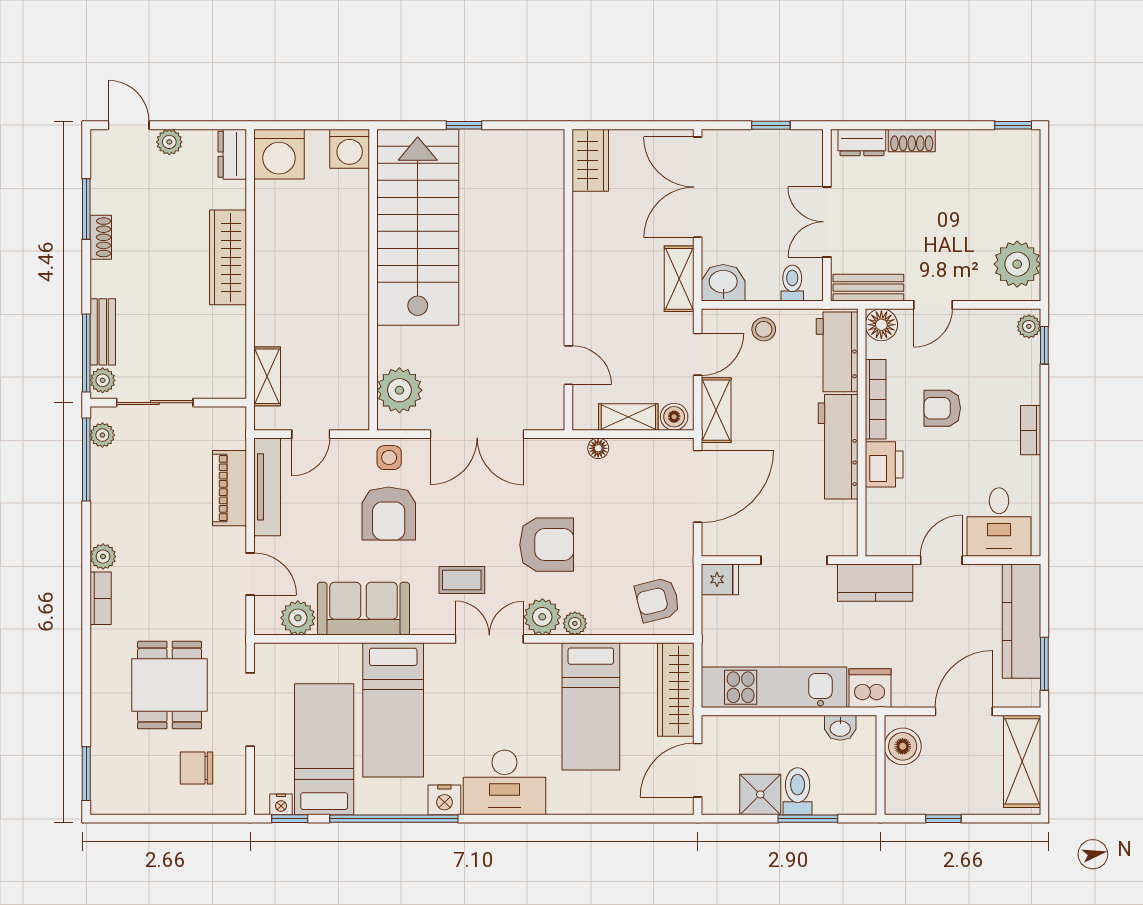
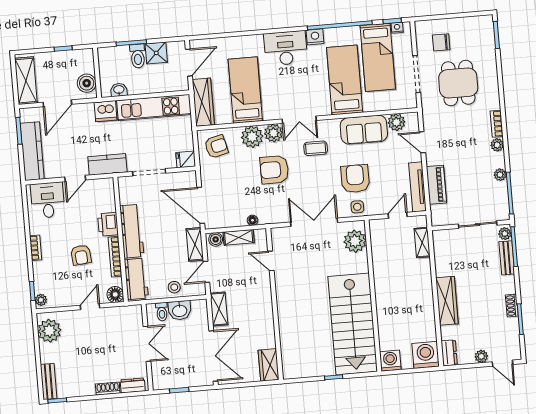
washbasin: (723, 283) -> (180, 310), moved
bench: (868, 288) -> (49, 381), moved, turned 90
armchair: (942, 408) -> (81, 255), turned 85
plant: (102, 435) -> (500, 175), moved
door: (698, 486) -> (201, 205), hinge flipped
plant: (575, 623) -> (252, 137), width x1.87, depth x1.87
chair: (196, 768) -> (441, 42), turned 180

